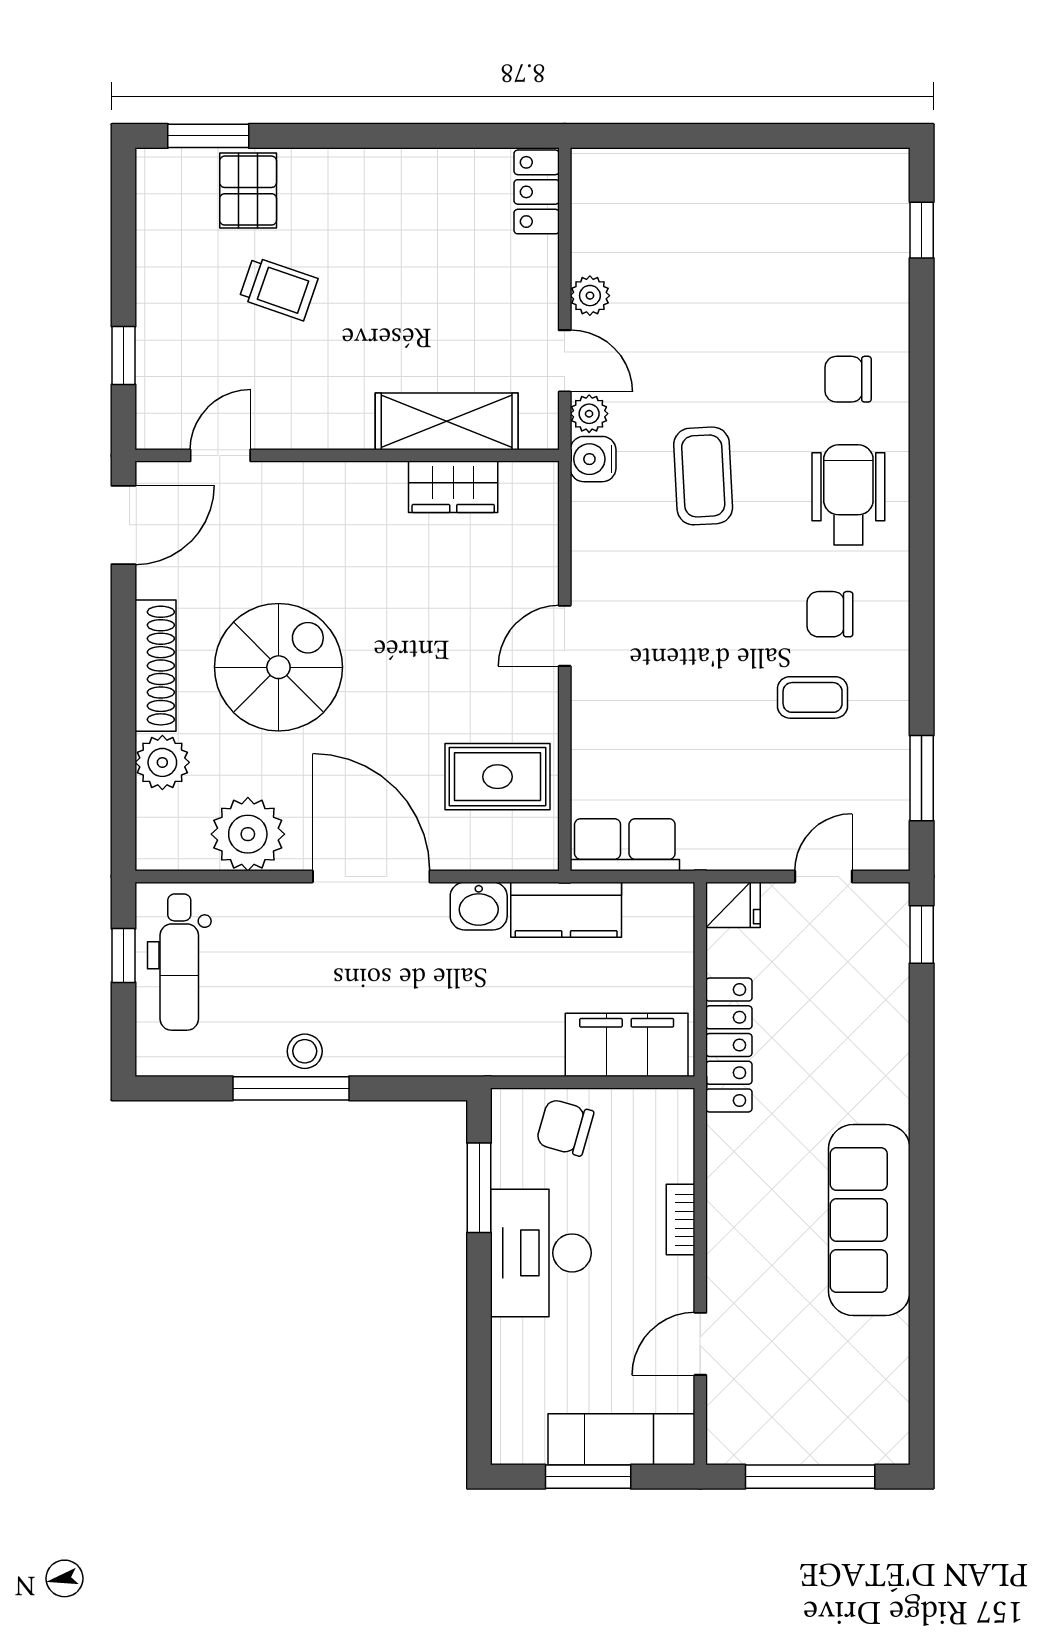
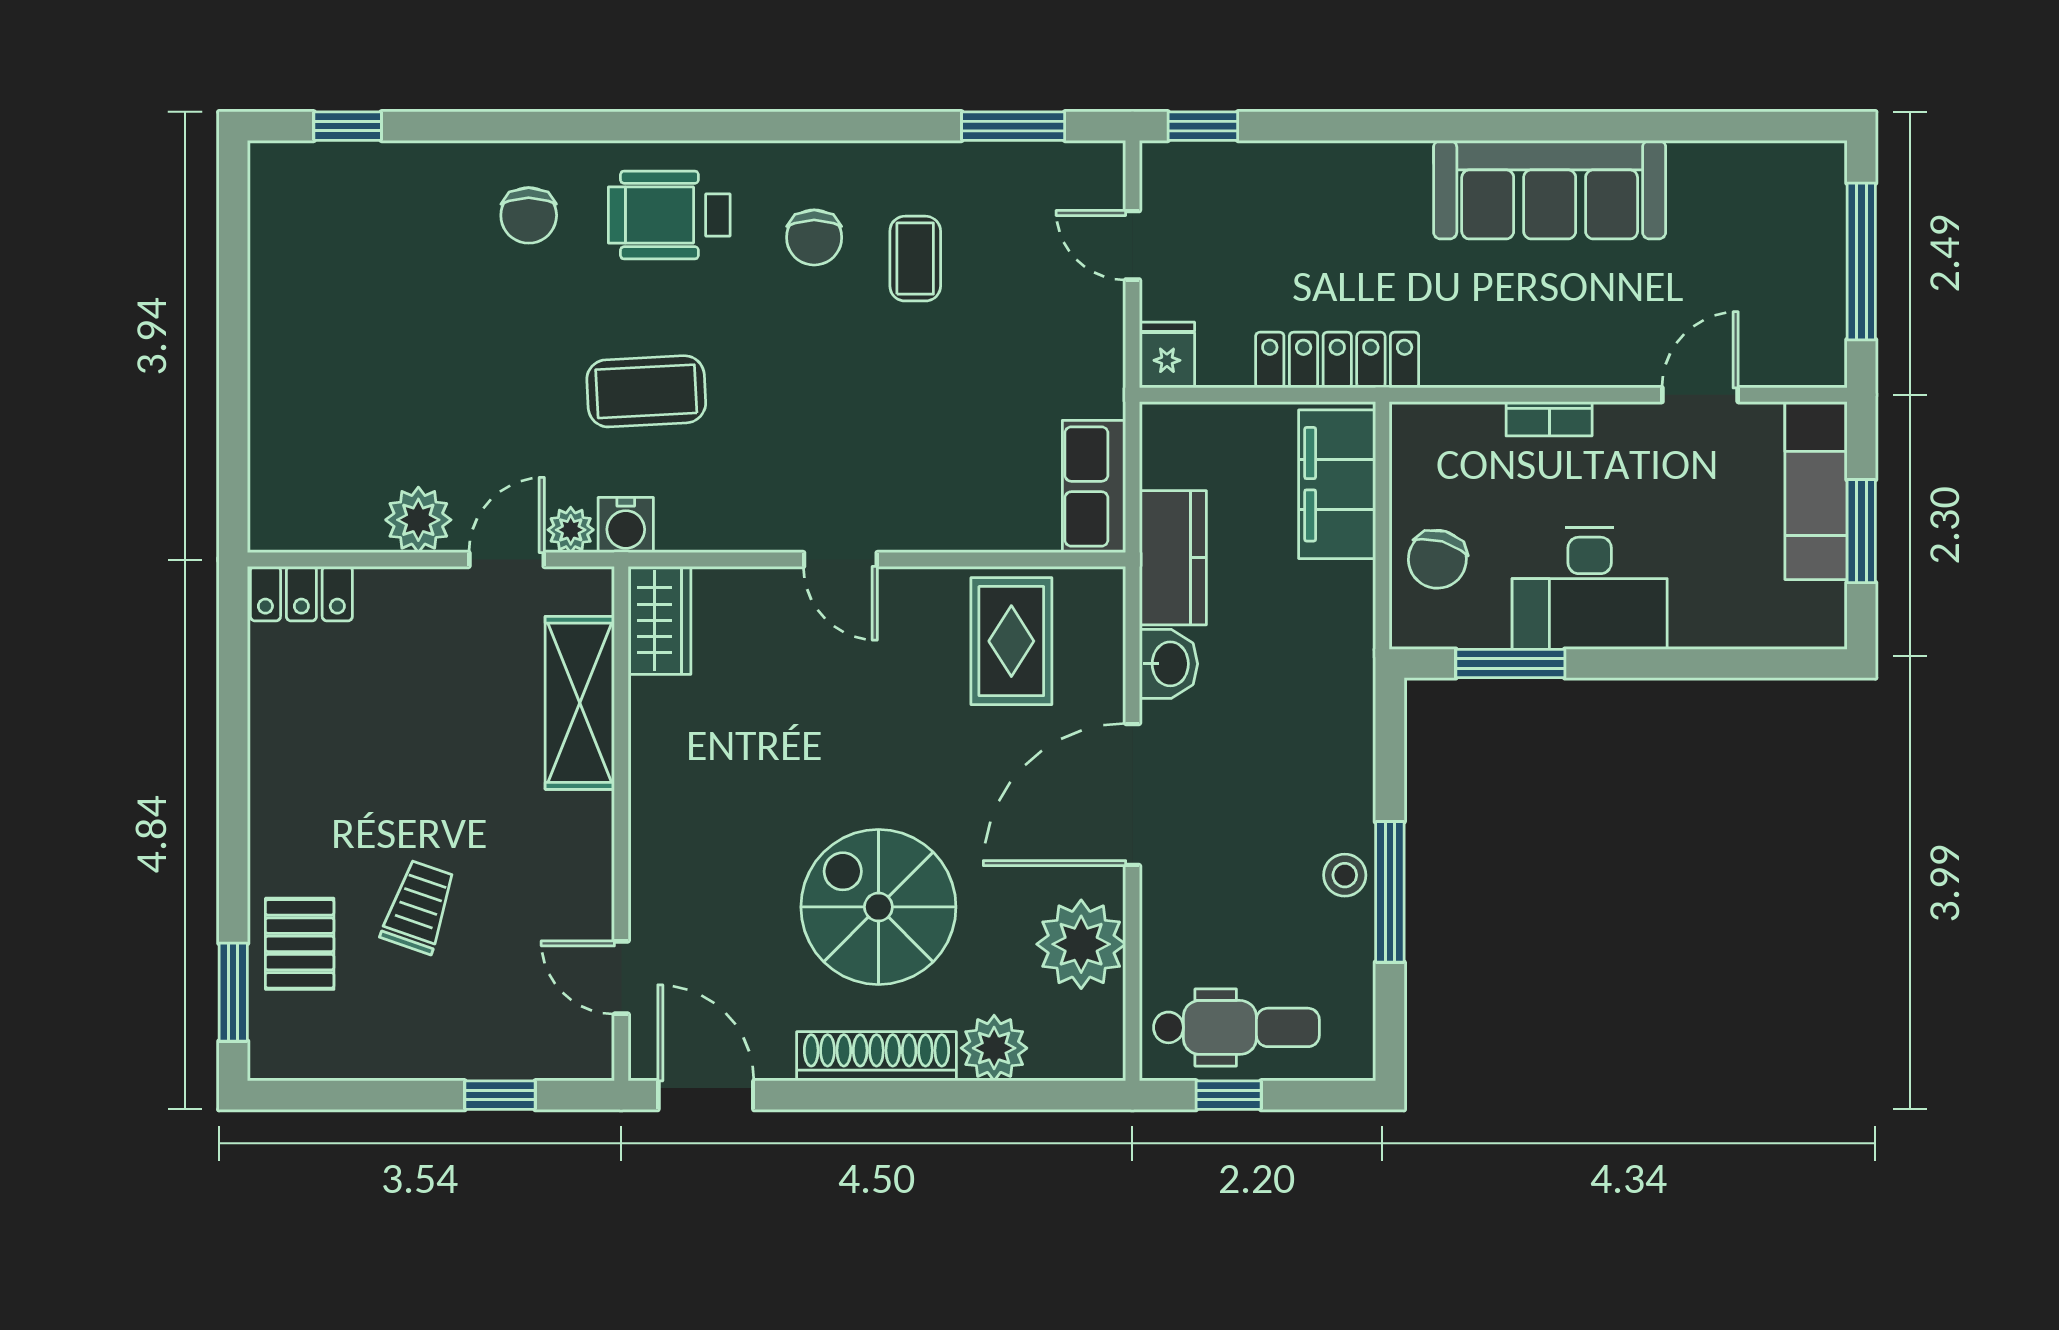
pallet: (248, 191) -> (300, 944), turned 90
plant: (590, 296) -> (418, 520), width x1.38, depth x1.38
wardrobe: (453, 487) -> (659, 620), moved
door: (700, 1344) -> (1700, 395), swing flipped

